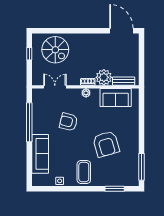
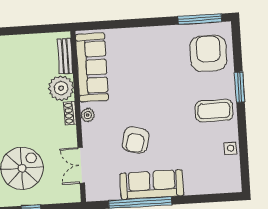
sofa: (116, 98) -> (92, 67), width x1.36
armchair: (106, 144) -> (208, 53), moved, turned -74
sofa: (40, 154) -> (152, 184), moved
window: (115, 189) -> (239, 87), moved

